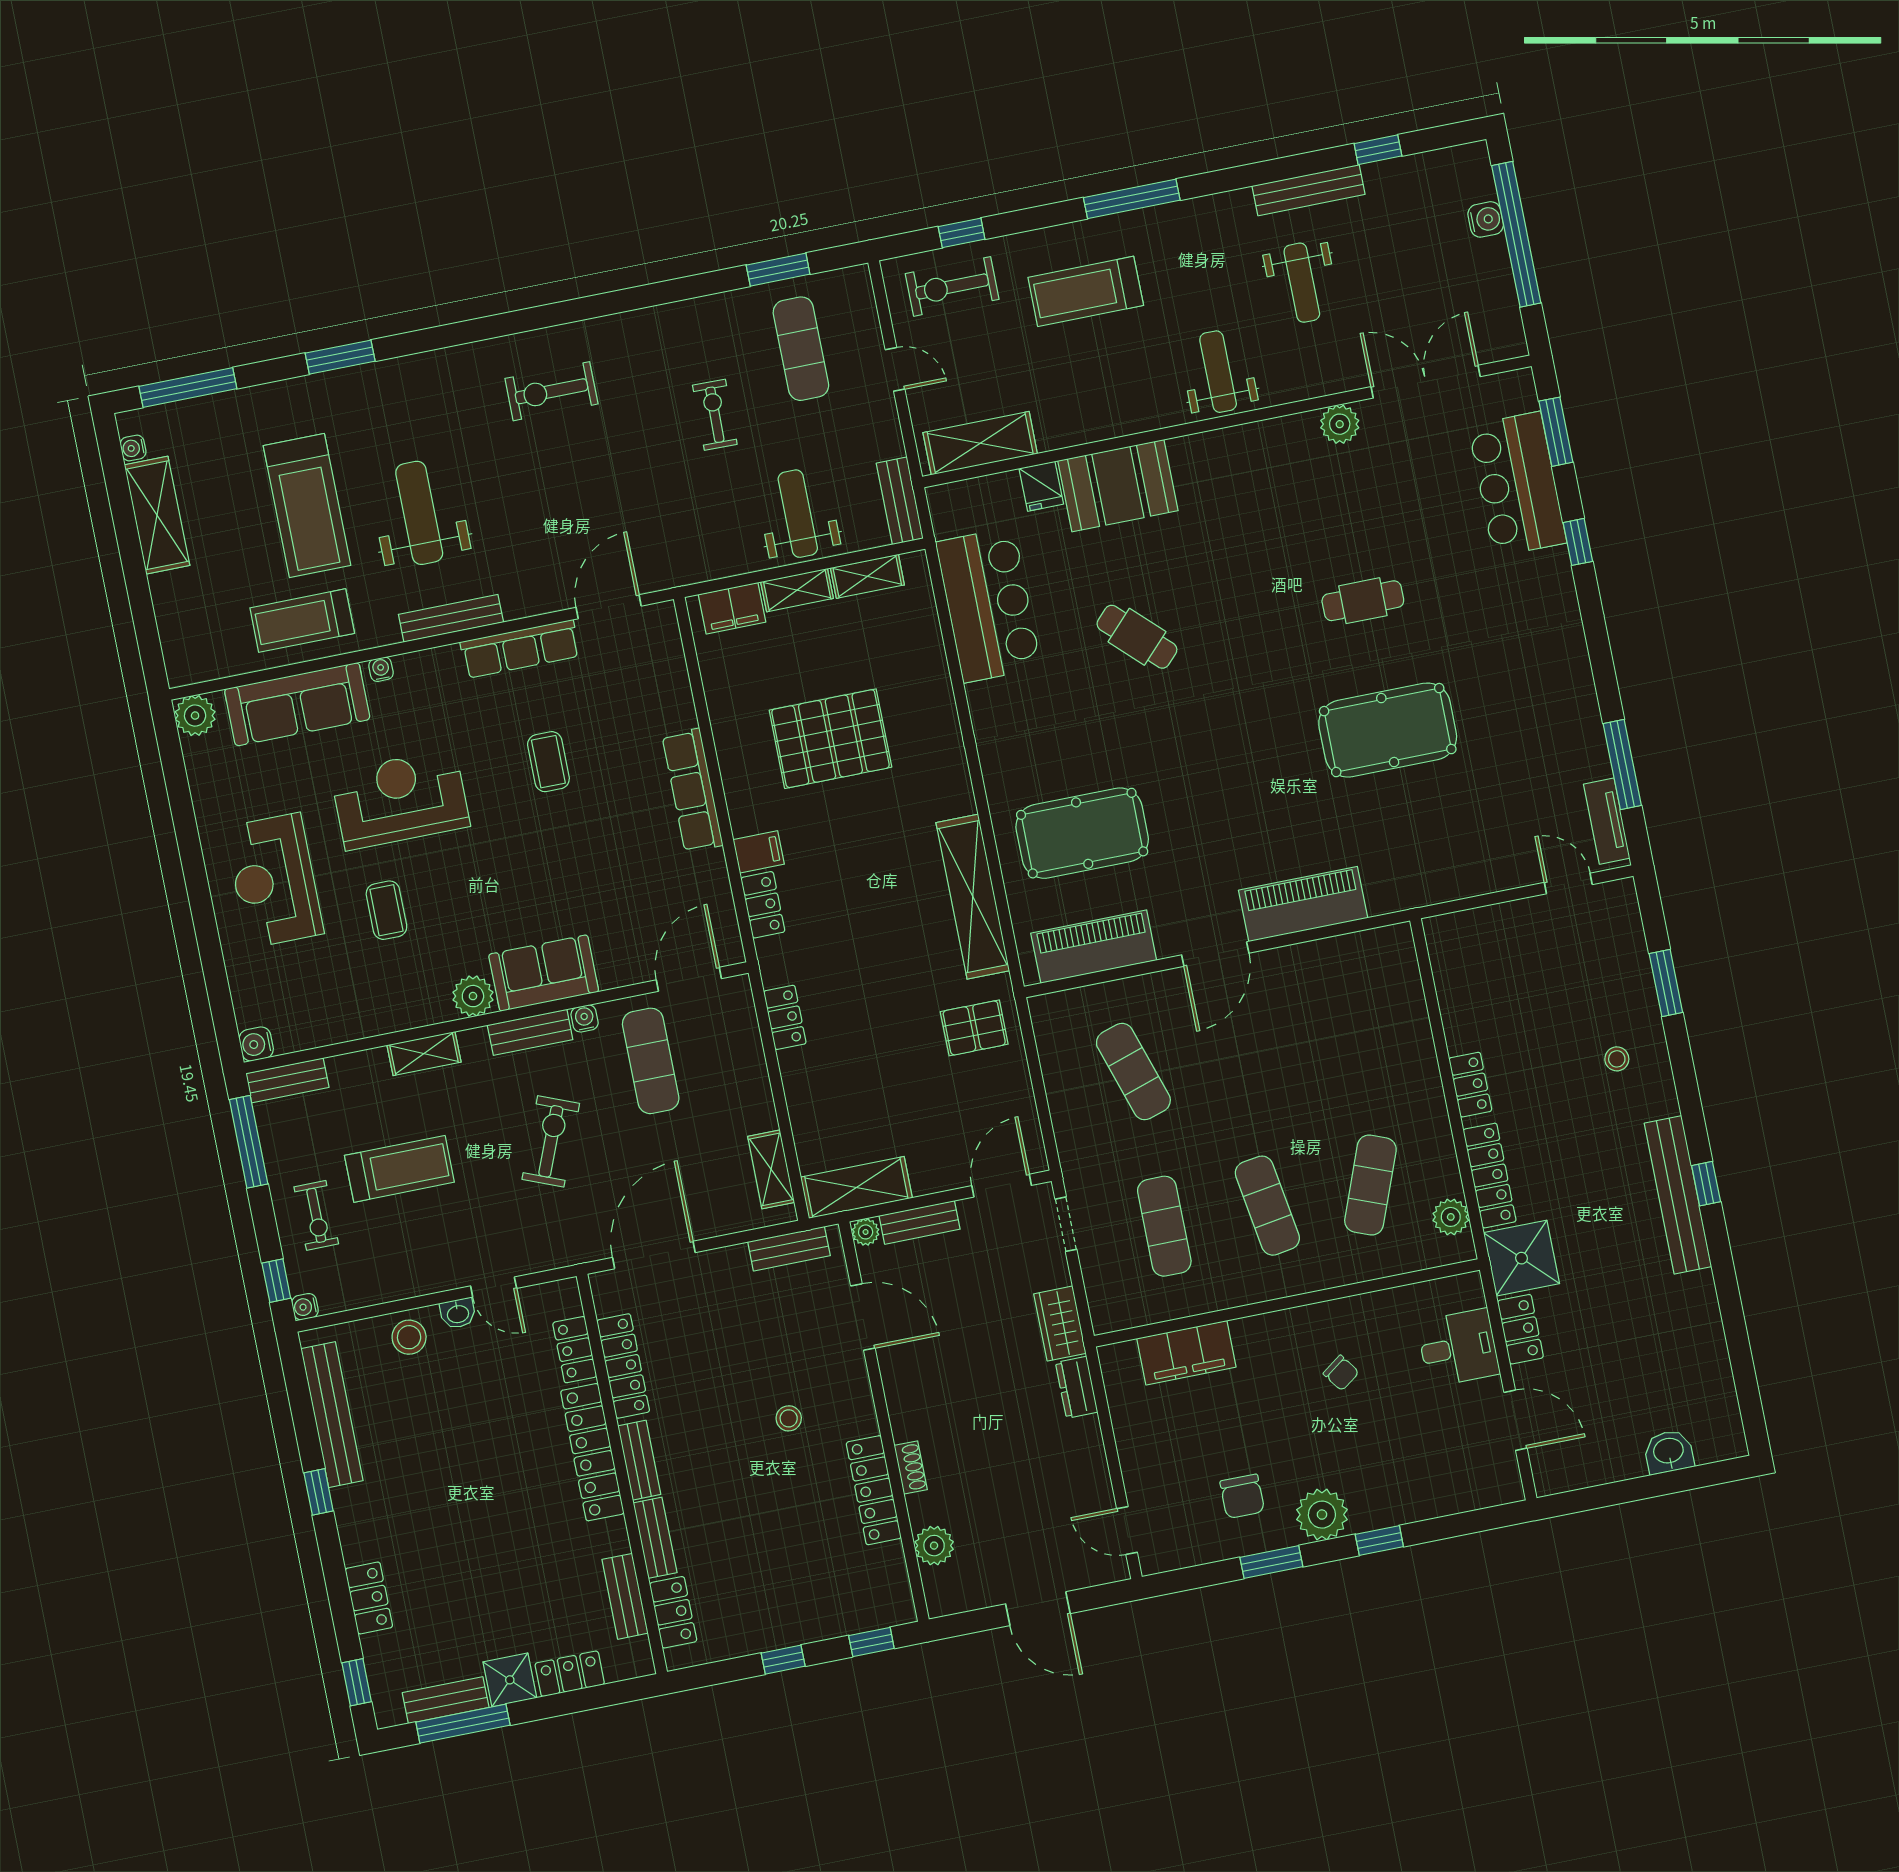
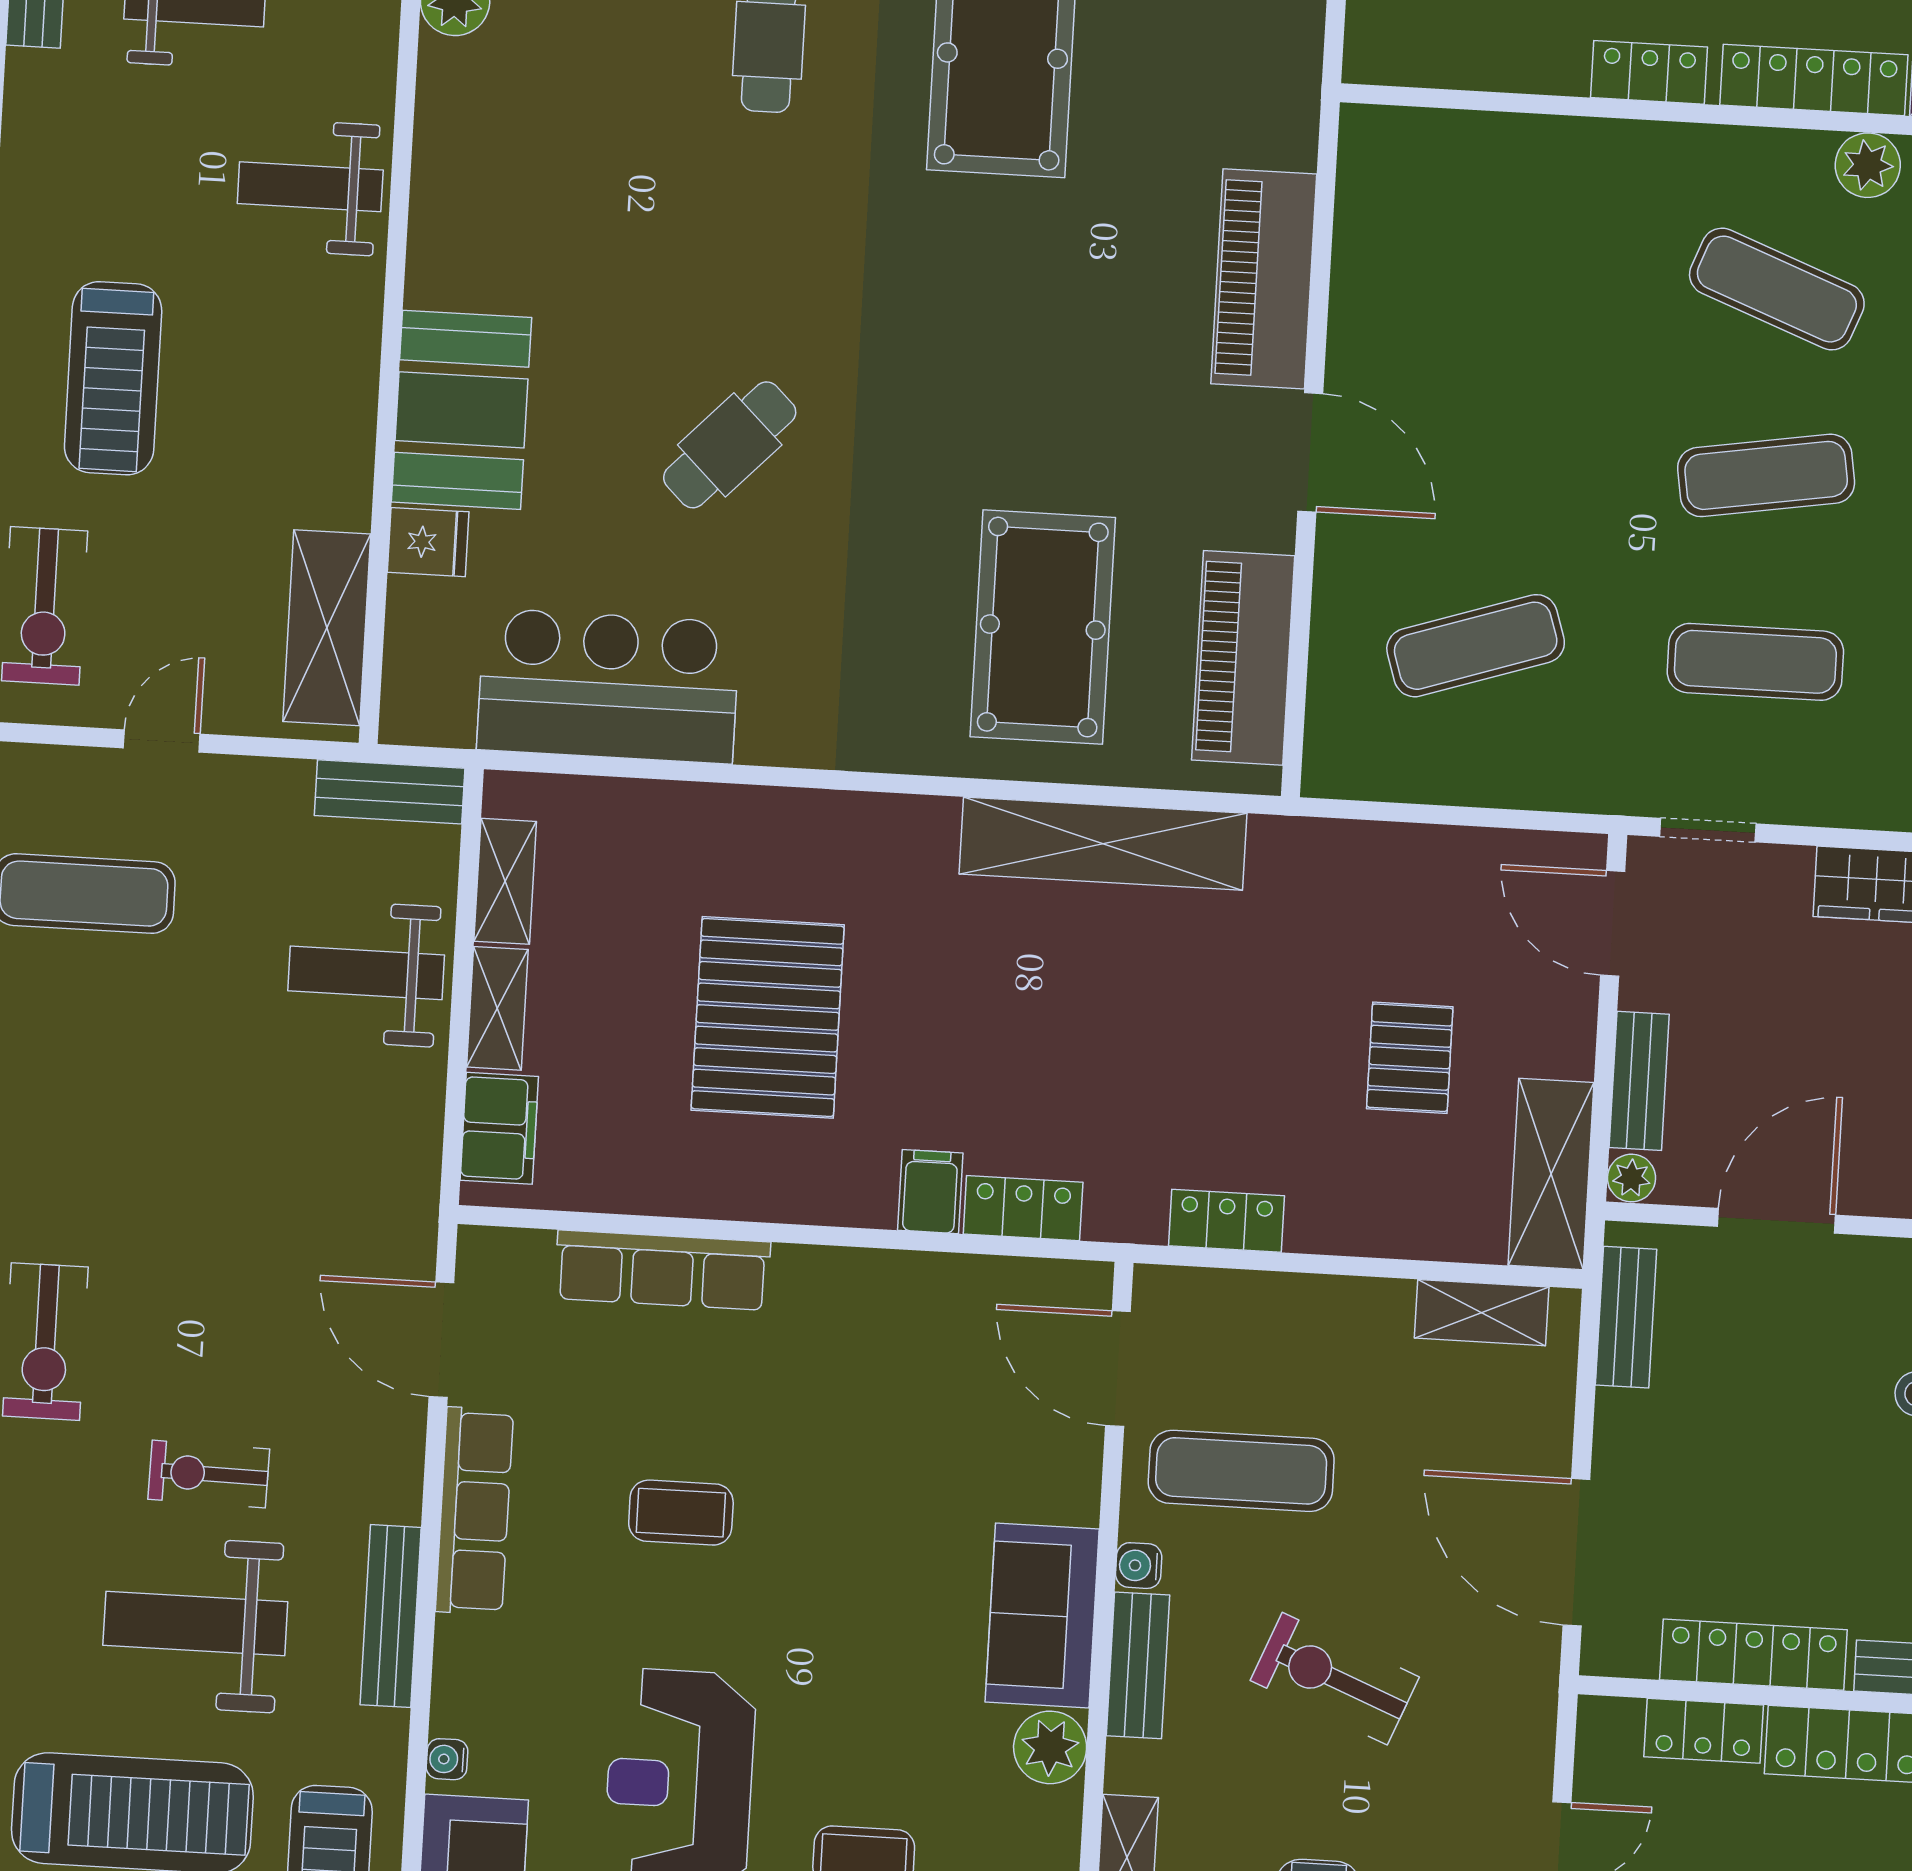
exercise bike: (715, 415) -> (209, 1474), moved
row of seats: (692, 790) -> (662, 1270), moved
pallet: (974, 1028) -> (1410, 1058), moved

